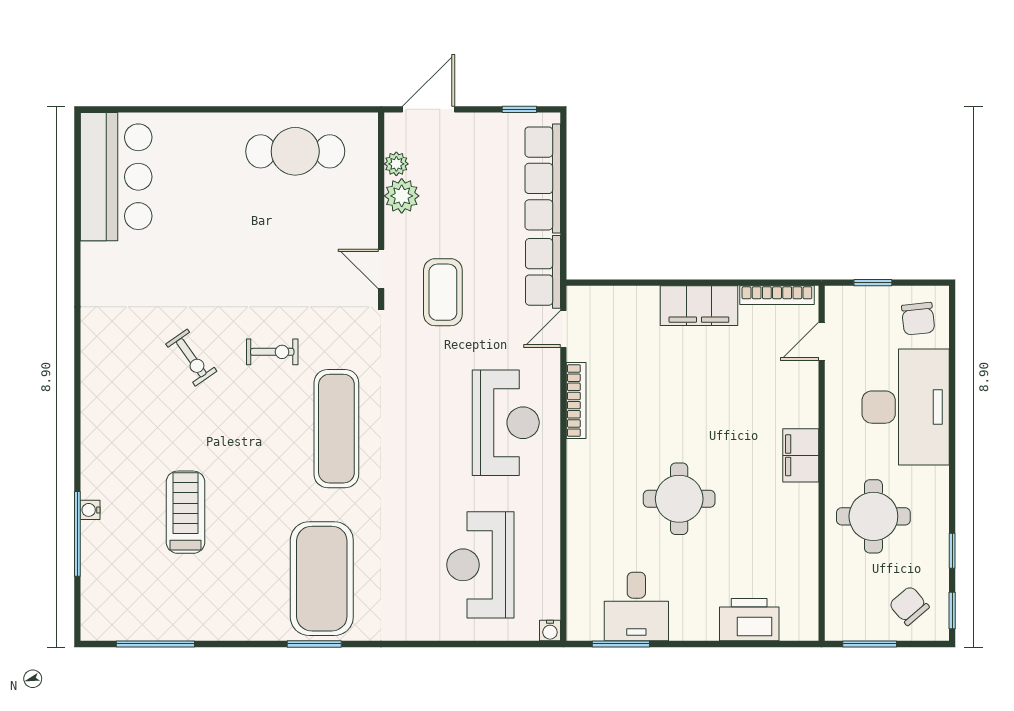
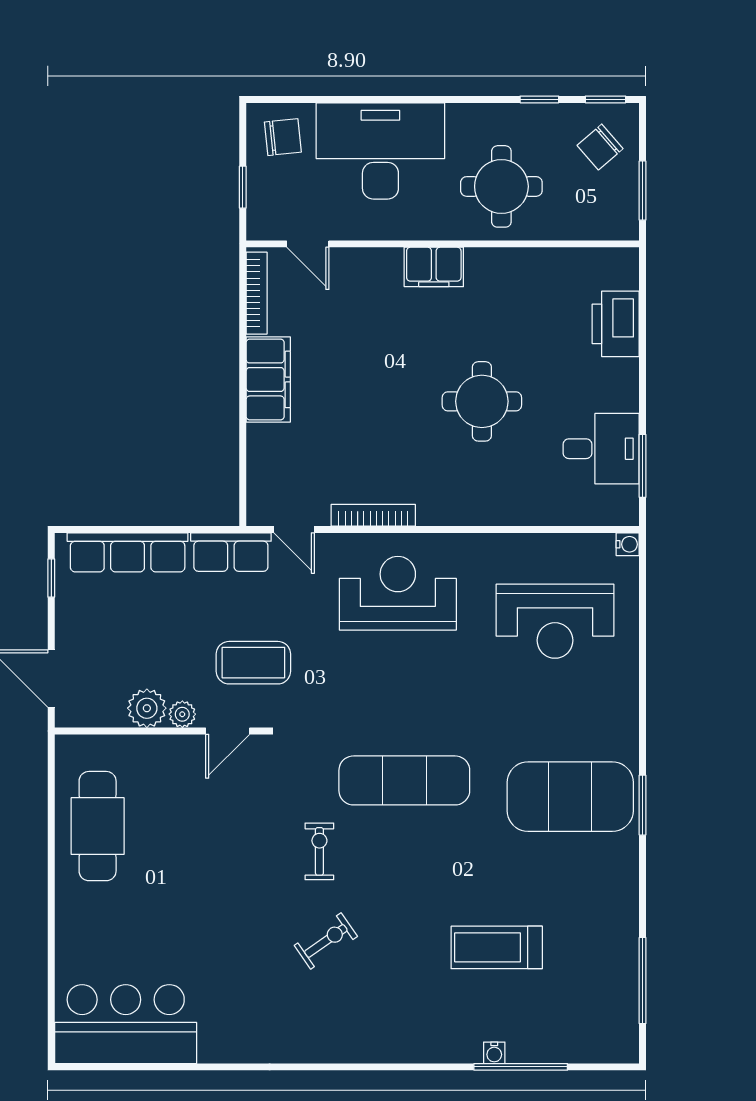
plant: (396, 164) -> (182, 714), moved

